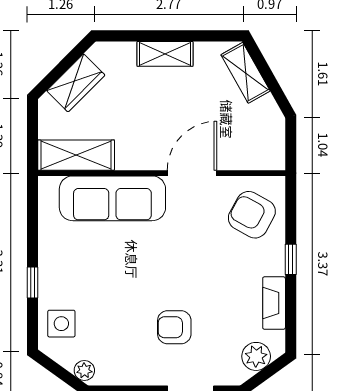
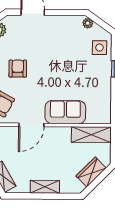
sofa: (112, 198) -> (65, 112), width x0.73
armchair: (174, 327) -> (18, 69), moved, turned -90

